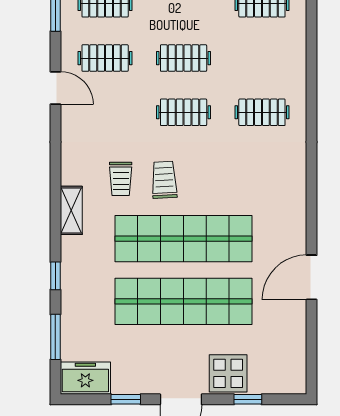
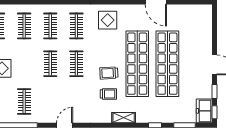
clothes rail: (105, 58) -> (50, 26), moved
display table: (228, 373) -> (108, 20), moved
window: (248, 399) -> (215, 112), moved

